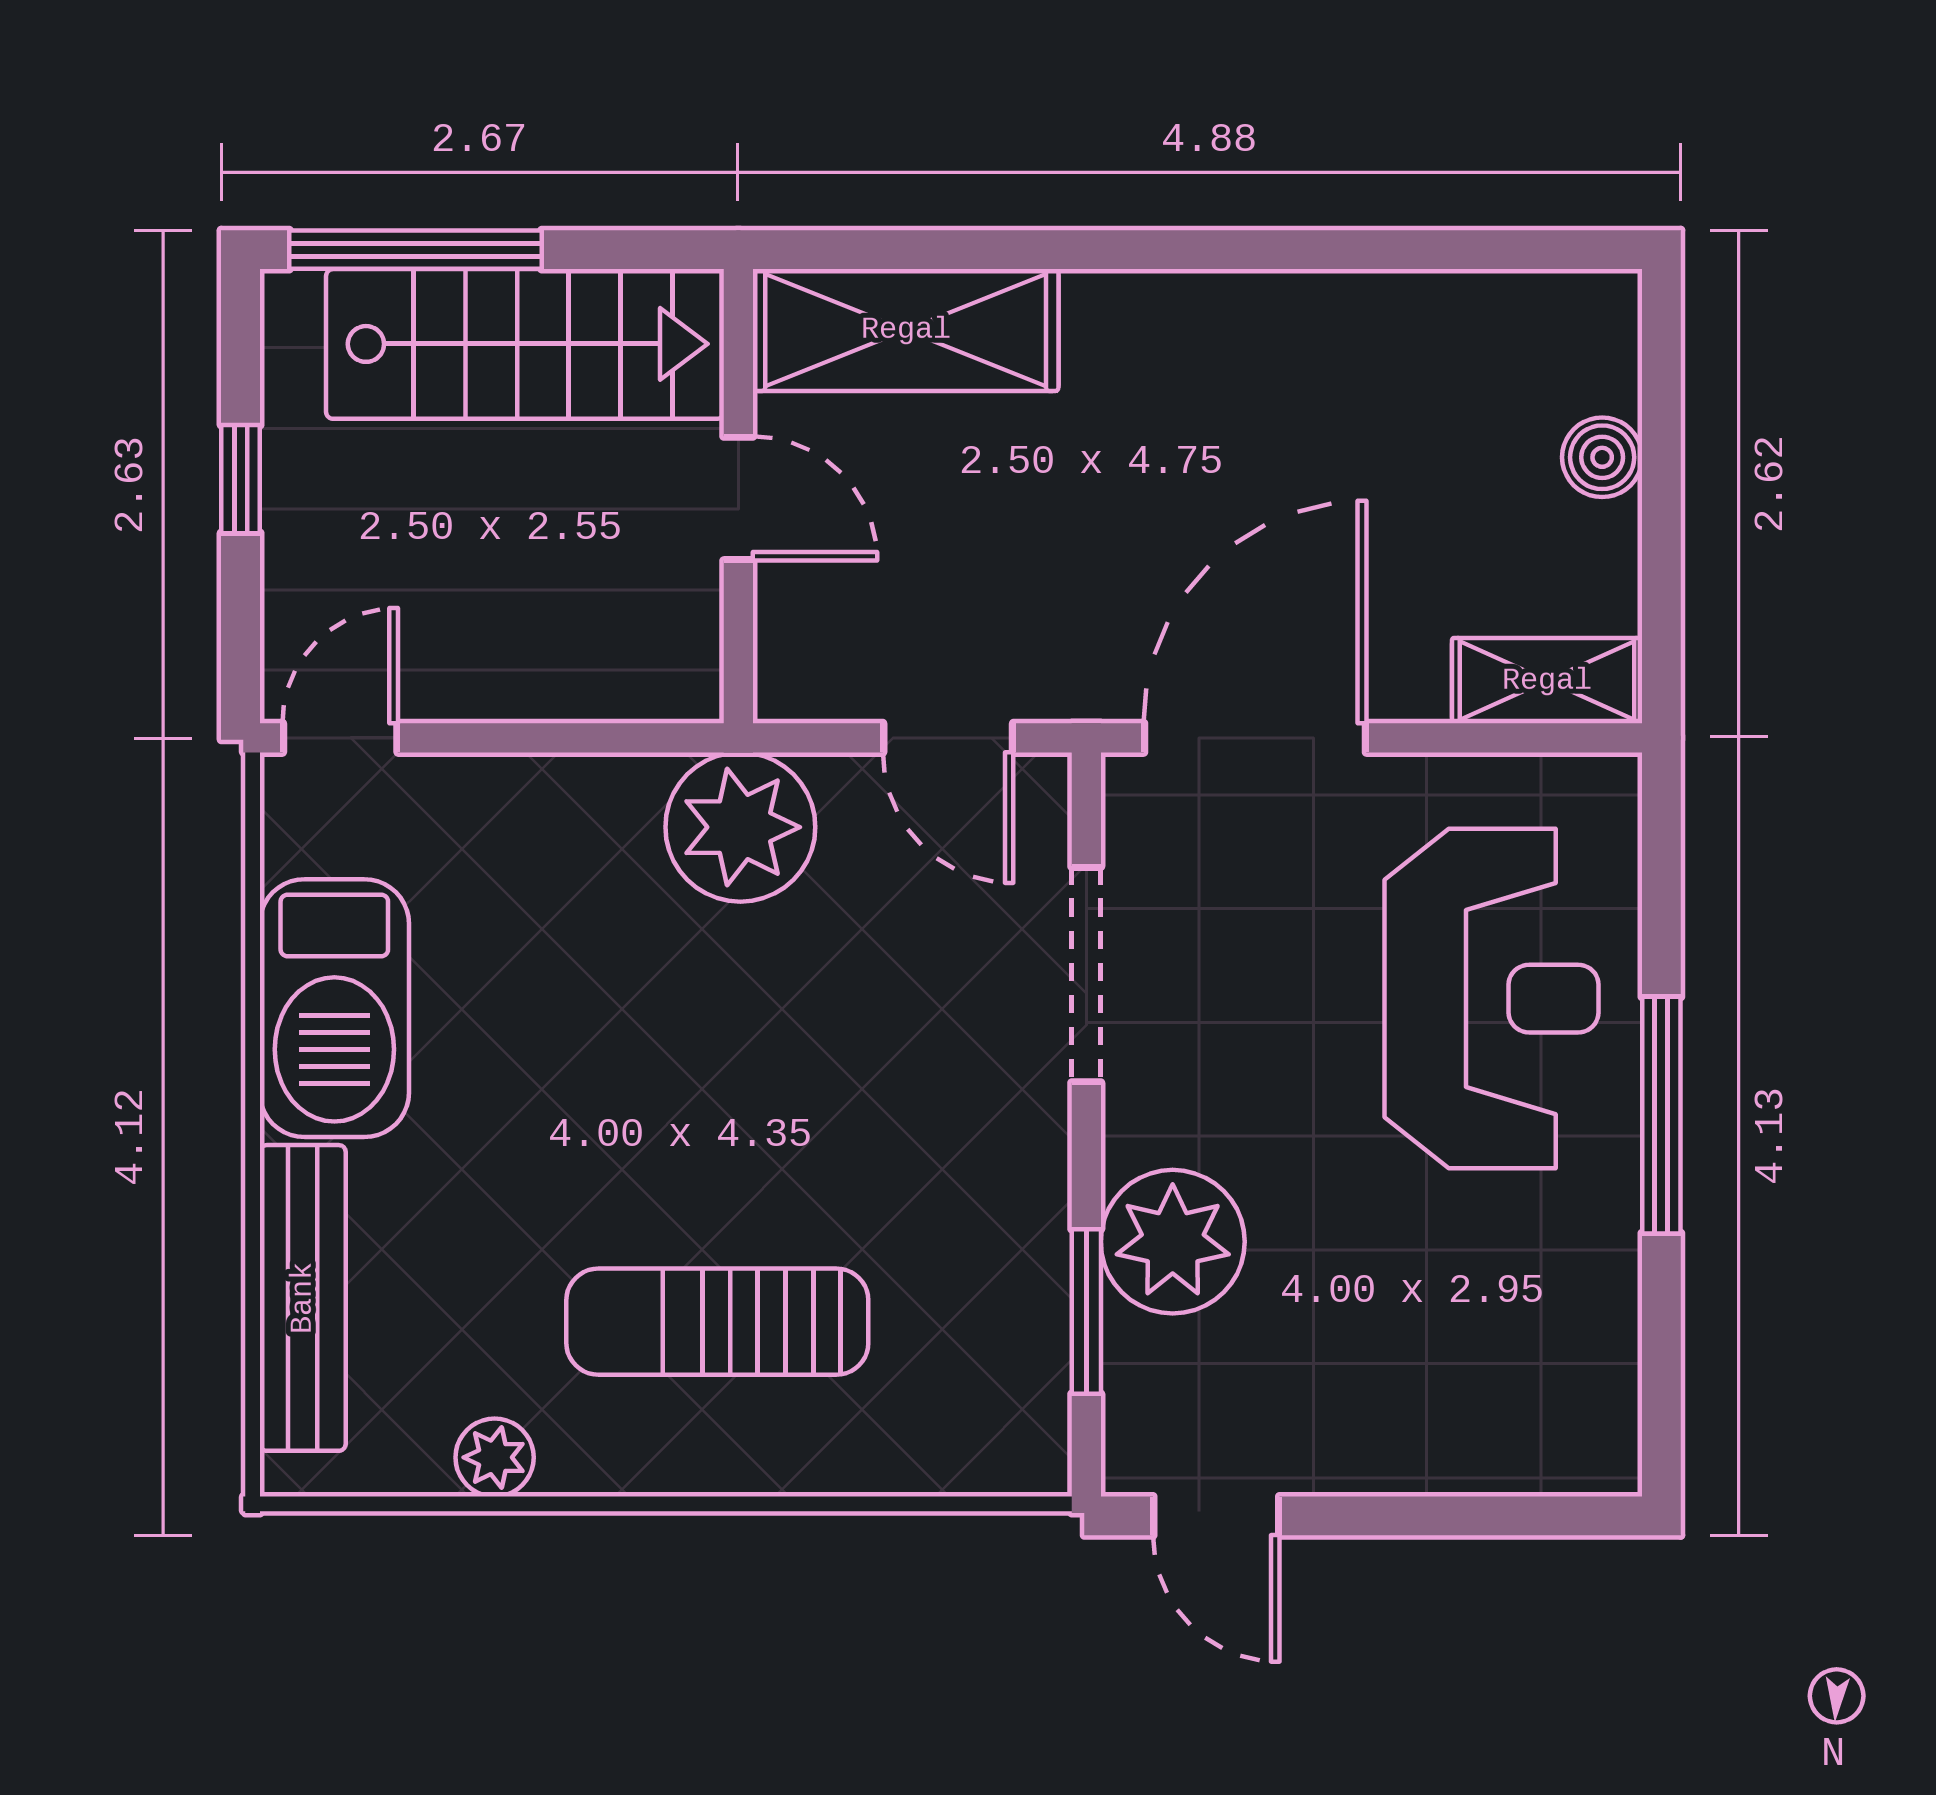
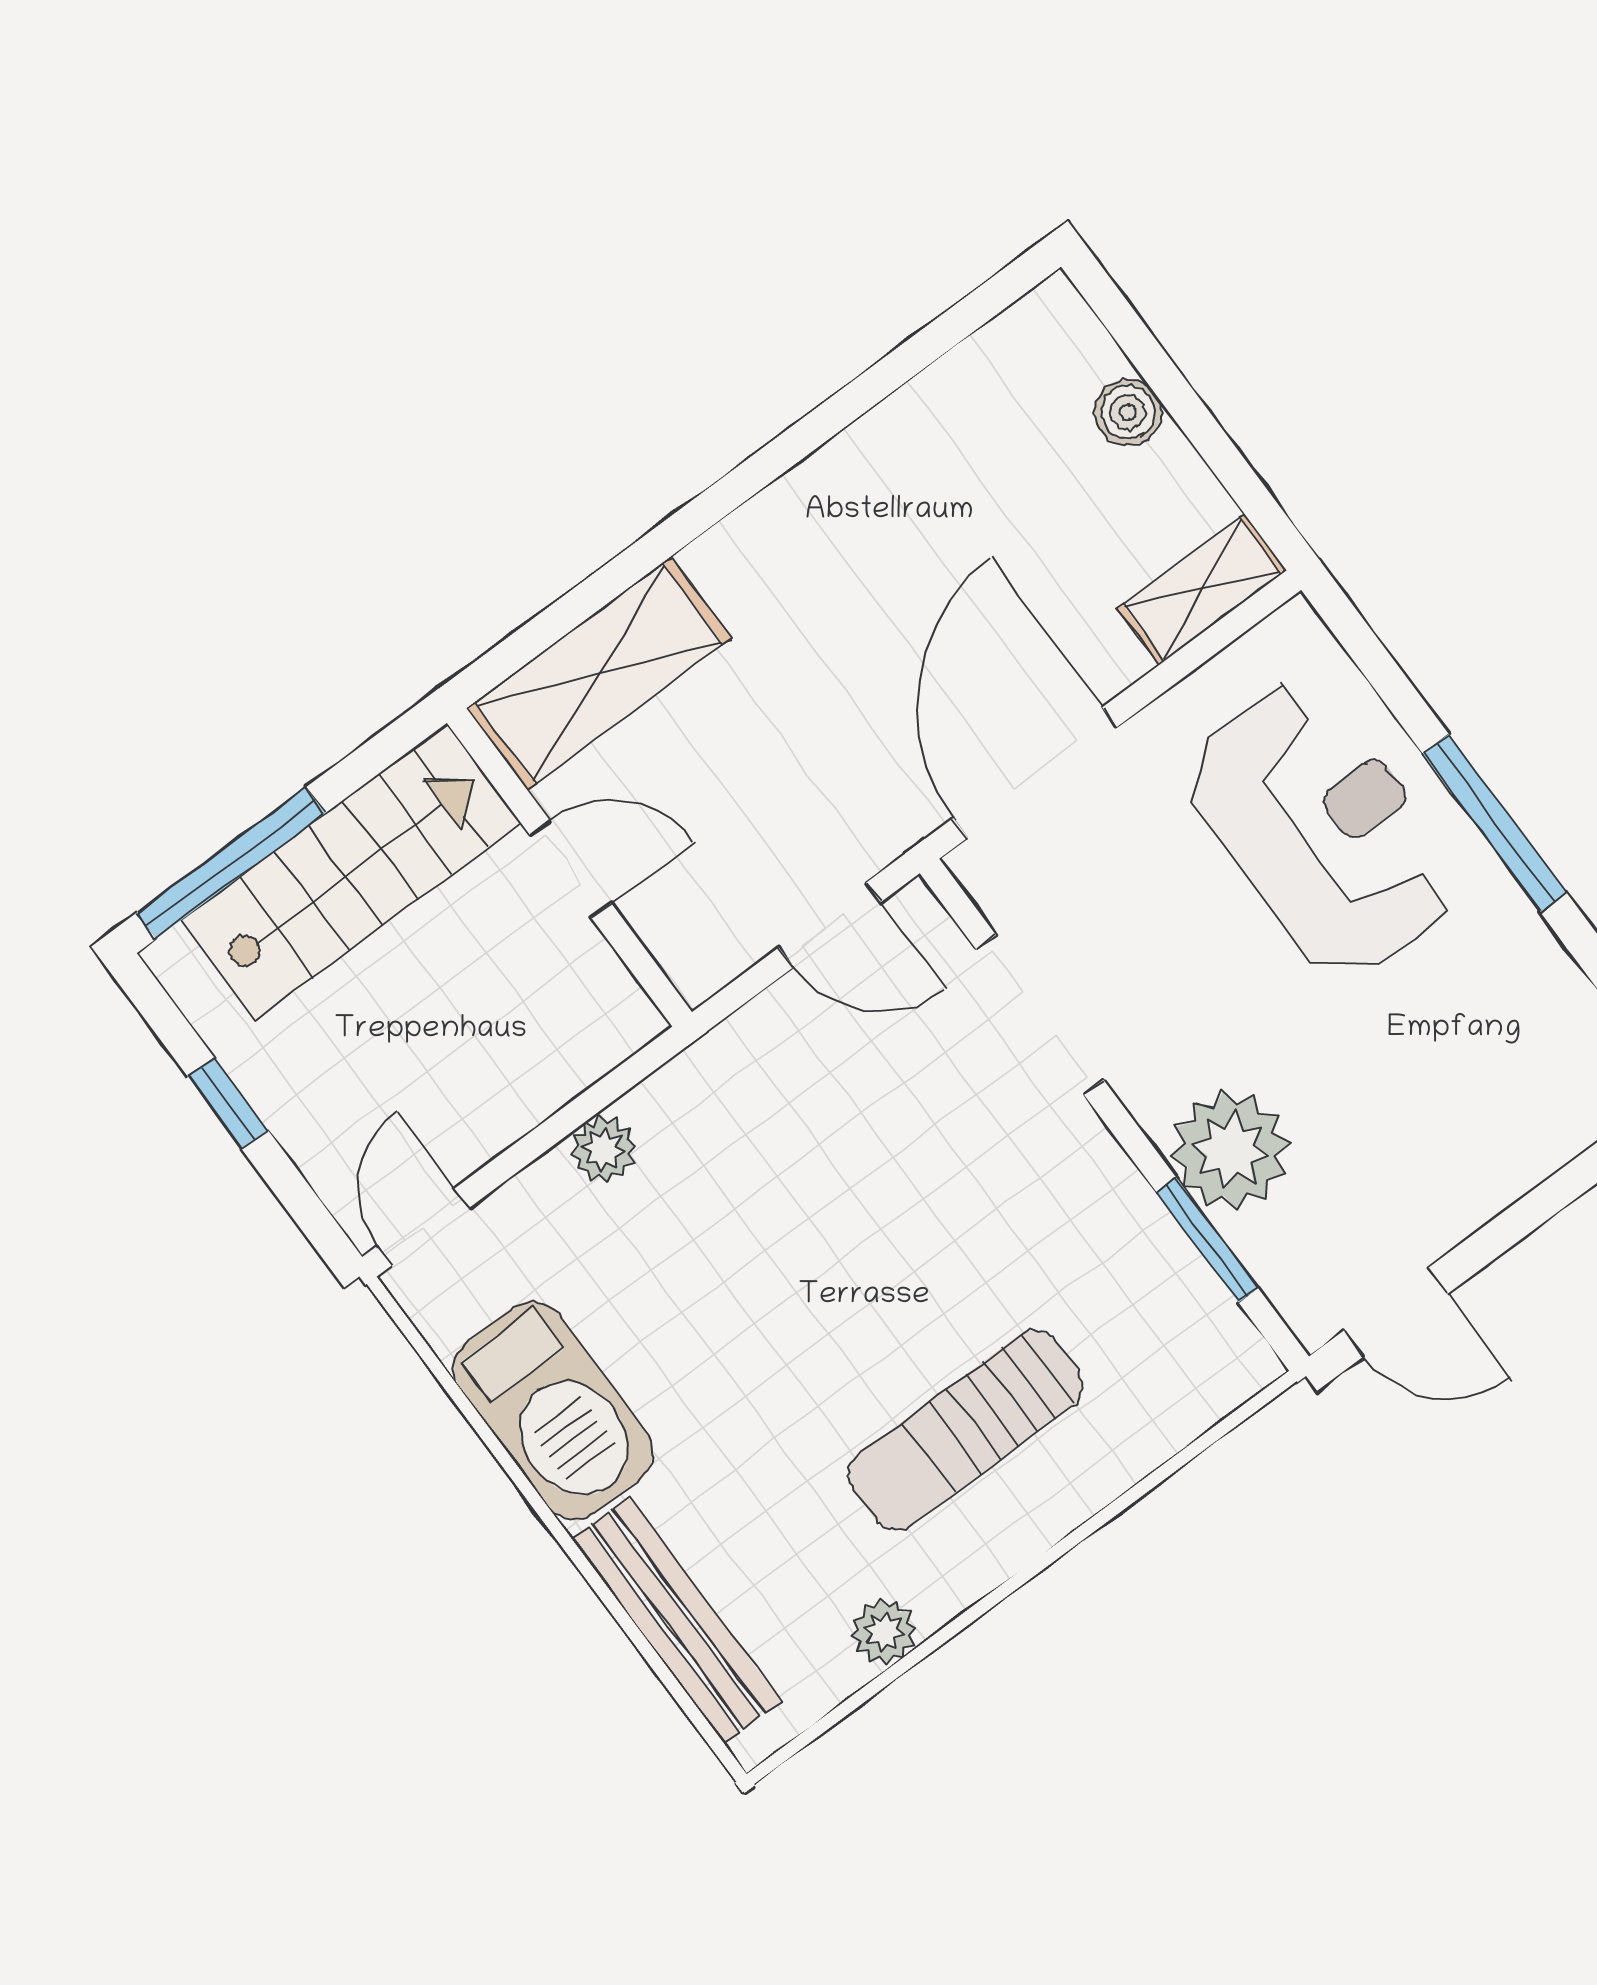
plant: (740, 827) -> (603, 1149), moved, width x0.53, depth x0.53

